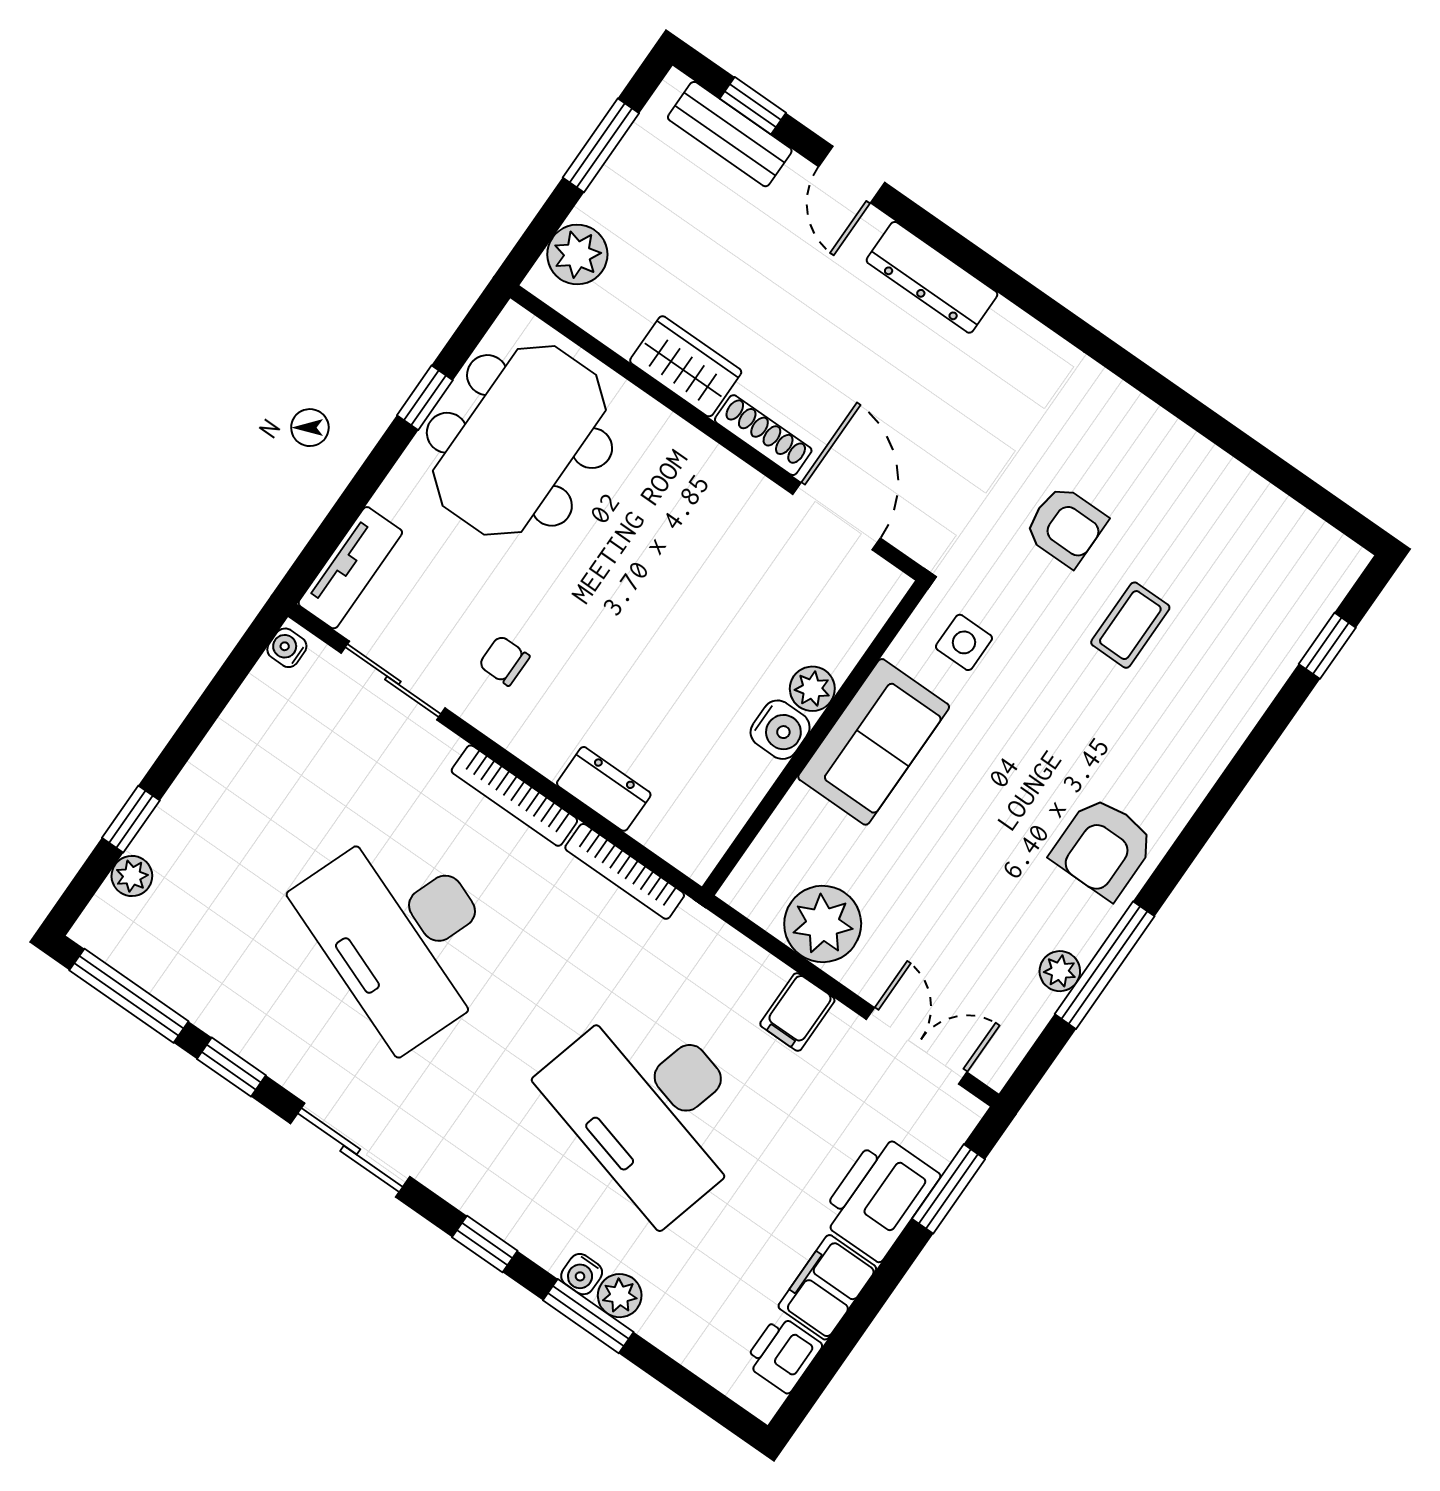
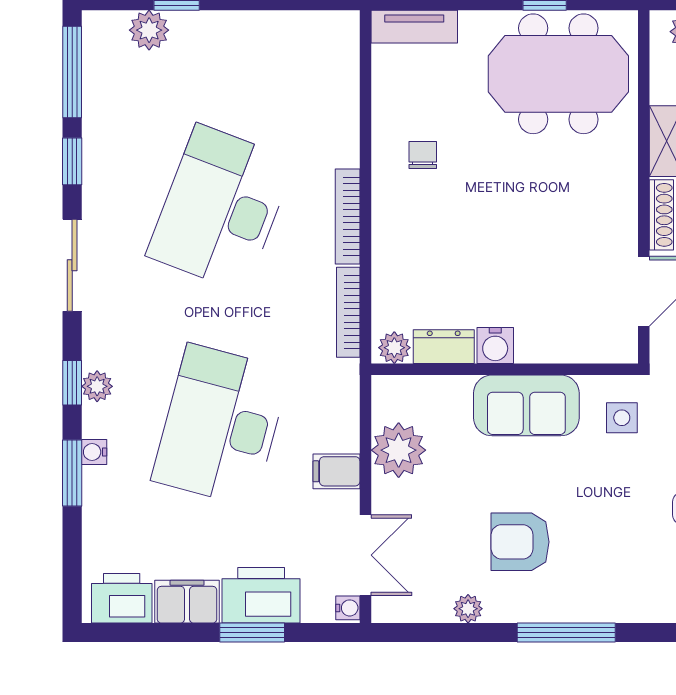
water cooler: (287, 648) -> (348, 608), moved, turned 90
sliding door: (393, 680) -> (365, 98), removed
plant: (812, 689) -> (394, 348), moved
dresser: (604, 789) -> (444, 347), moved, turned -90
armchair: (1103, 848) -> (520, 542), moved
plant: (132, 876) -> (149, 30), width x1.38, depth x1.38
window: (1105, 965) -> (566, 633), moved
window: (948, 1189) -> (252, 633), moved
plant: (620, 1296) -> (97, 386), moved
printer: (783, 1354) -> (122, 598), width x1.36, depth x1.24

